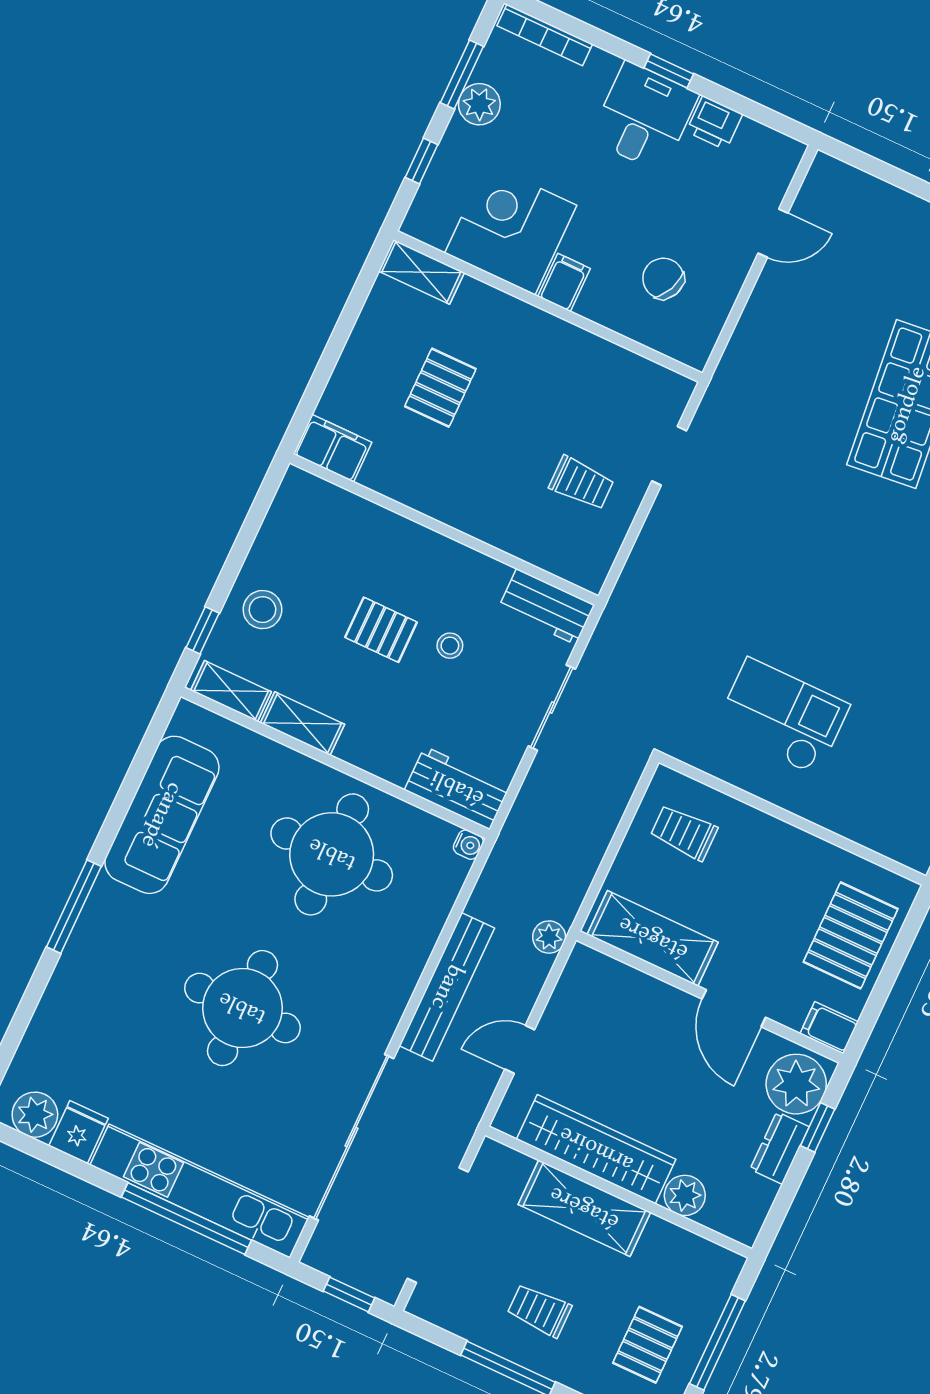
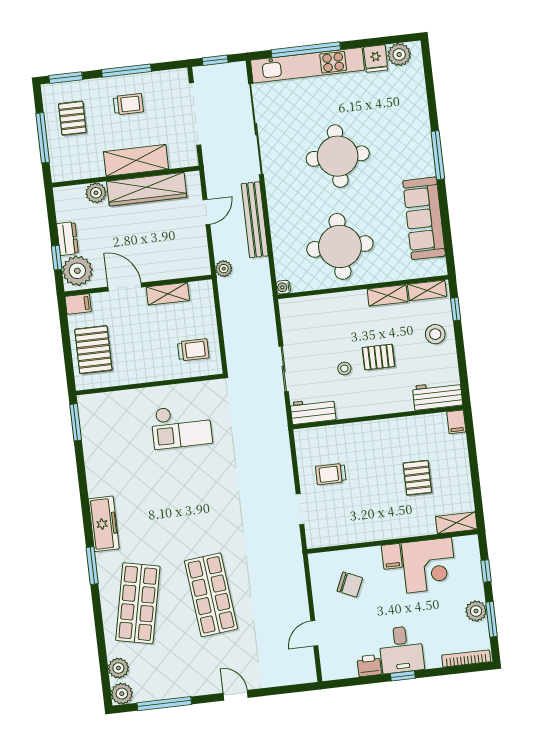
filing cabinet: (333, 448) -> (456, 422), width x0.50
workbench: (457, 788) -> (438, 396), moved, turned 180
shelving: (653, 938) -> (168, 294), width x0.67, depth x0.75

